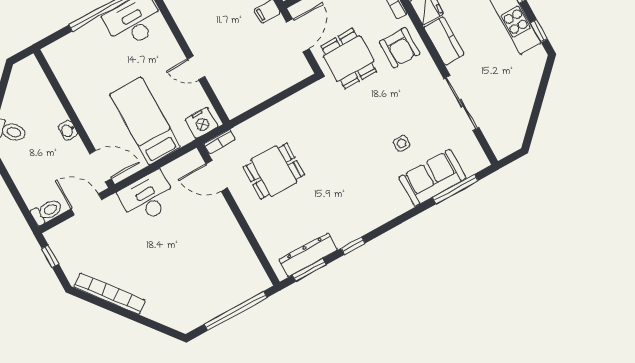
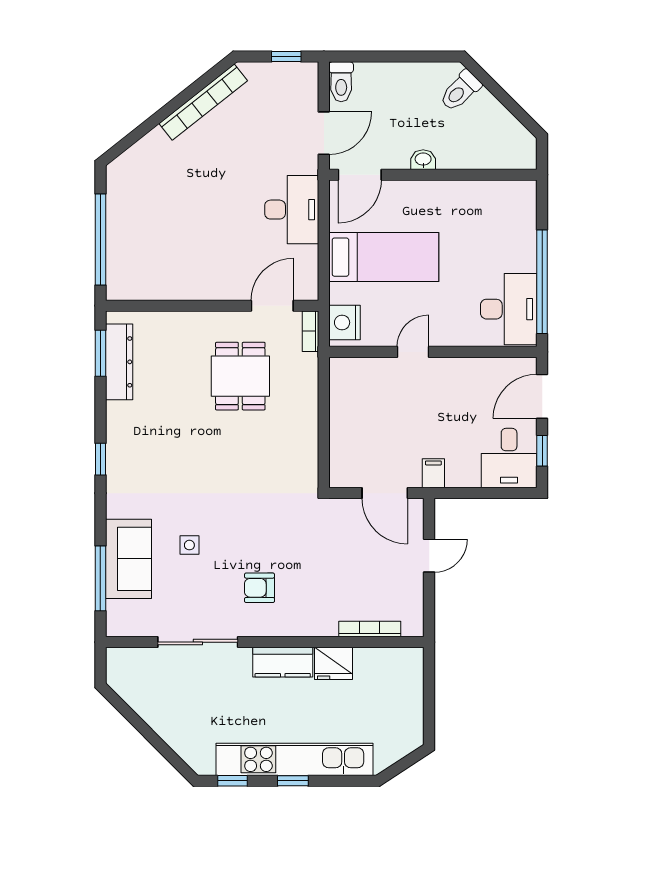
armchair: (400, 48) -> (259, 588), moved, width x0.72, depth x0.72
dining table: (349, 59) -> (324, 538), removed
window: (353, 246) -> (100, 459), moved

